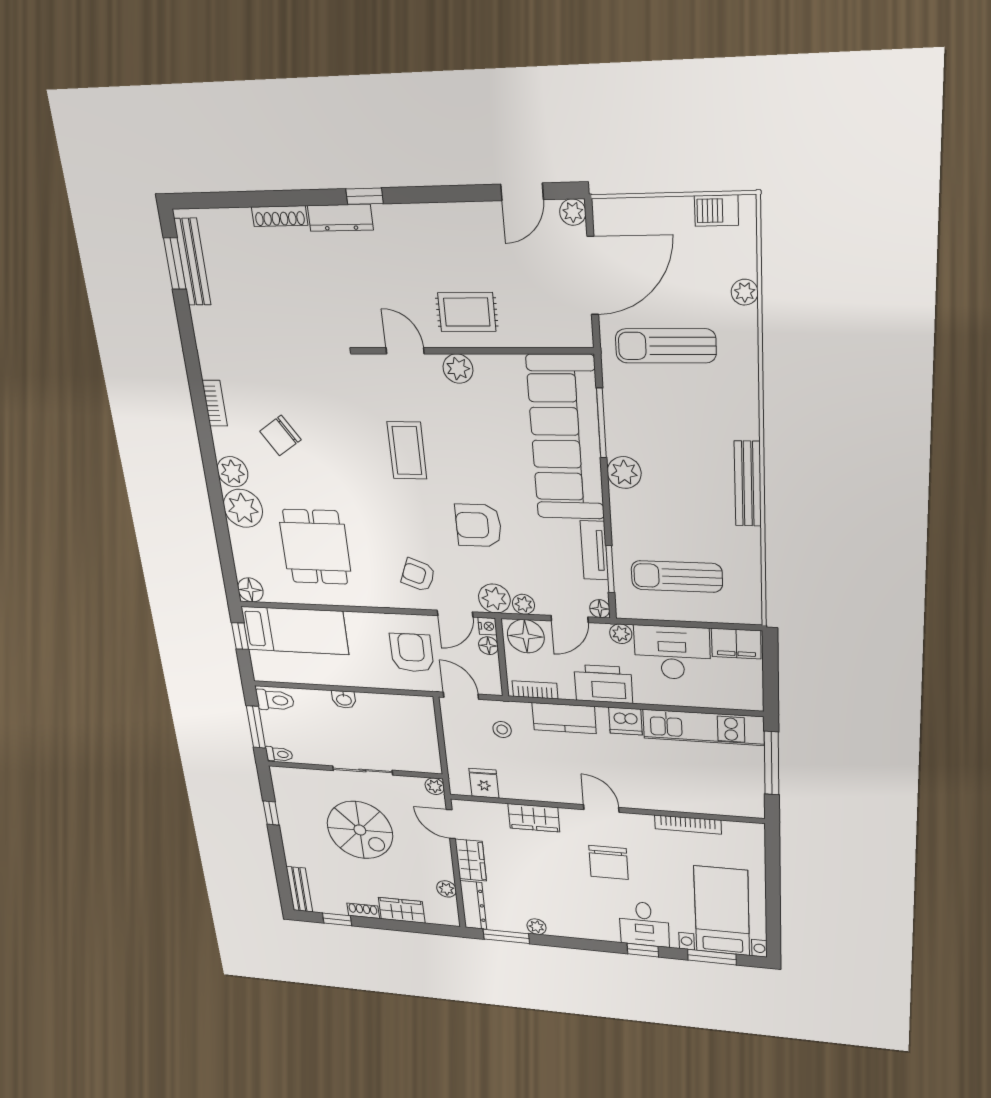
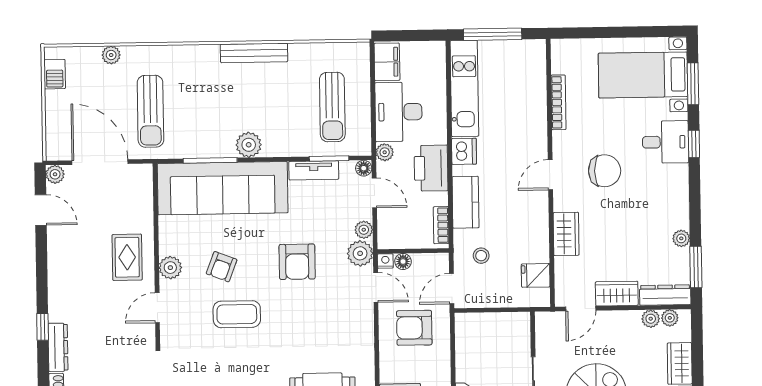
armchair: (418, 575) -> (222, 267), moved
floor lamp: (526, 636) -> (392, 230), removed
plant: (435, 786) -> (670, 318), moved

